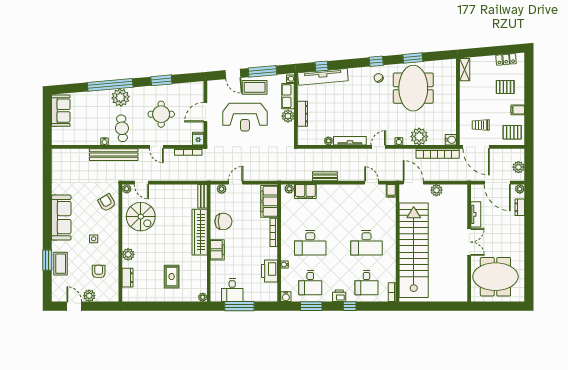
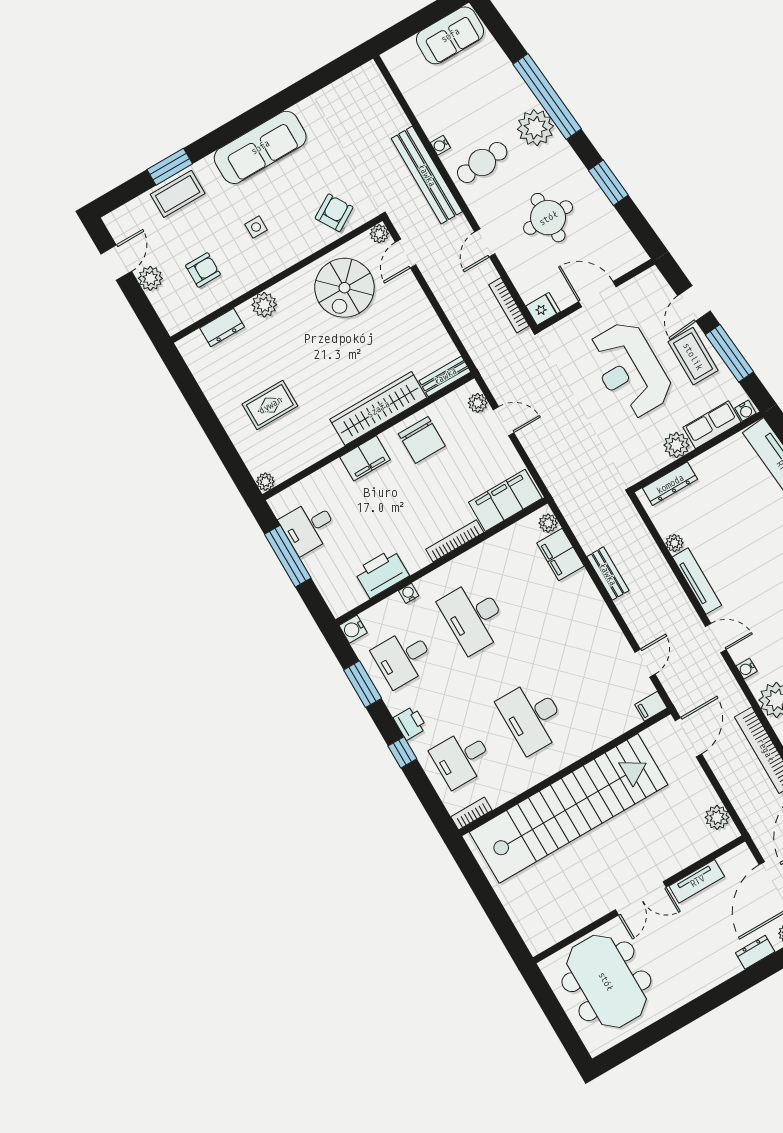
dresser: (302, 114) -> (670, 484), moved
plant: (436, 190) -> (717, 817), moved

